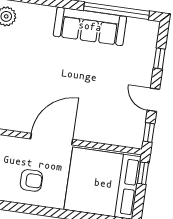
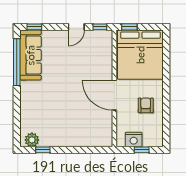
sofa: (90, 26) -> (30, 55), moved
window: (159, 59) -> (34, 27), moved

